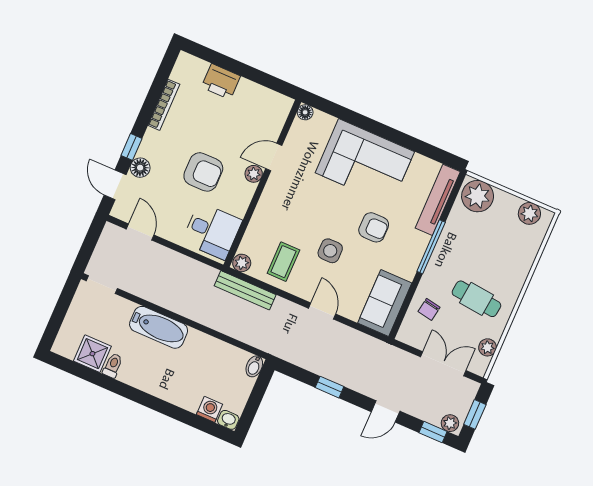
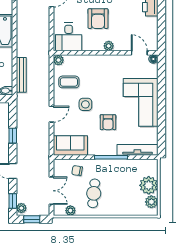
door: (274, 157) -> (139, 53), moved
plant: (478, 196) -> (149, 185), moved
bench: (245, 290) -> (21, 75), moved

